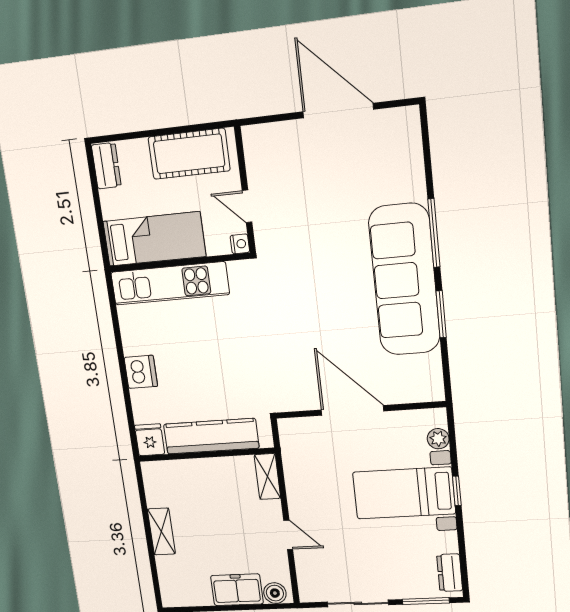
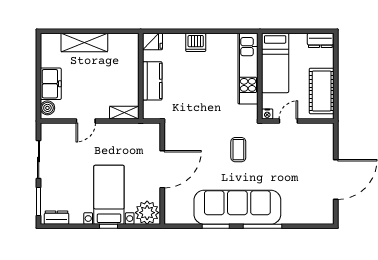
coffee table: (306, 287) -> (238, 150), added
kitchen counter: (211, 436) -> (152, 81), width x0.67
plant: (438, 439) -> (147, 213), width x1.88, depth x1.88
shelving: (161, 531) -> (84, 42), width x1.50, depth x1.33

